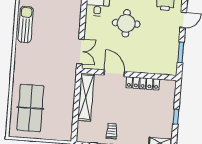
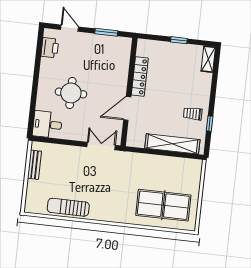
shelving: (86, 97) -> (172, 144), moved

